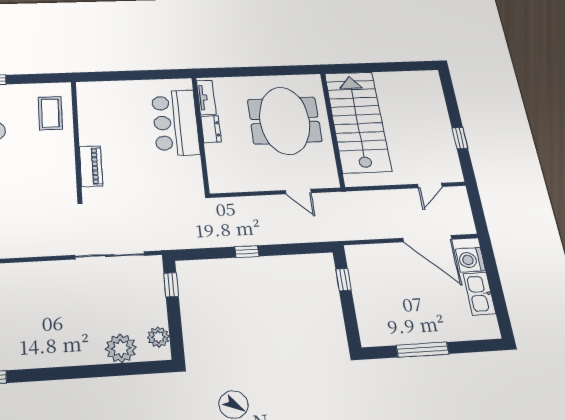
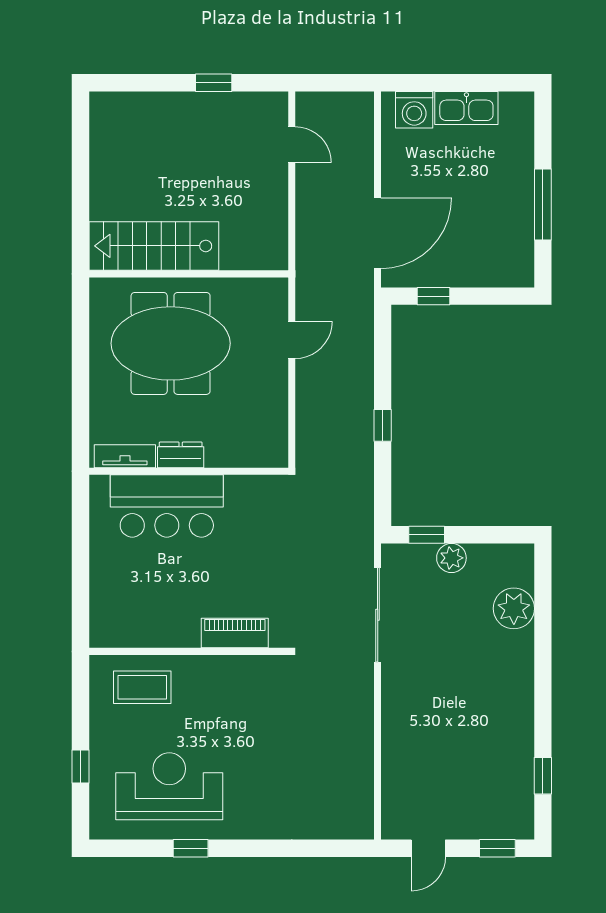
stairs: (358, 122) -> (154, 246), width x0.73, depth x0.66
door: (427, 239) -> (378, 233), moved
plant: (158, 337) -> (451, 558), moved

